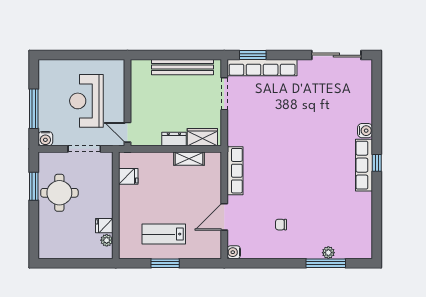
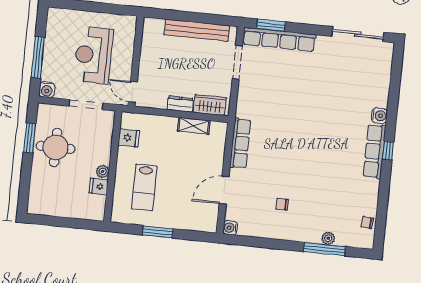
lab bench: (164, 234) -> (144, 187), moved, turned -90
chair: (364, 234) -> (367, 223), added
plant: (107, 240) -> (103, 171), moved

